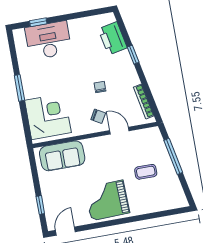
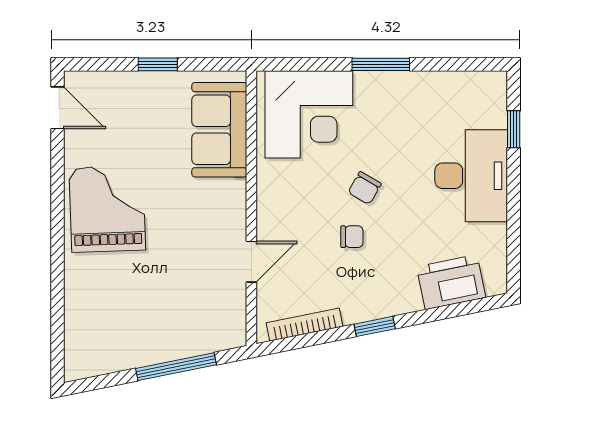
desk: (48, 40) -> (471, 176), moved
window: (133, 55) -> (375, 326), moved
chair: (98, 116) -> (365, 188), moved
coffee table: (146, 172) -> (153, 302), removed
window: (40, 205) -> (158, 64), moved

